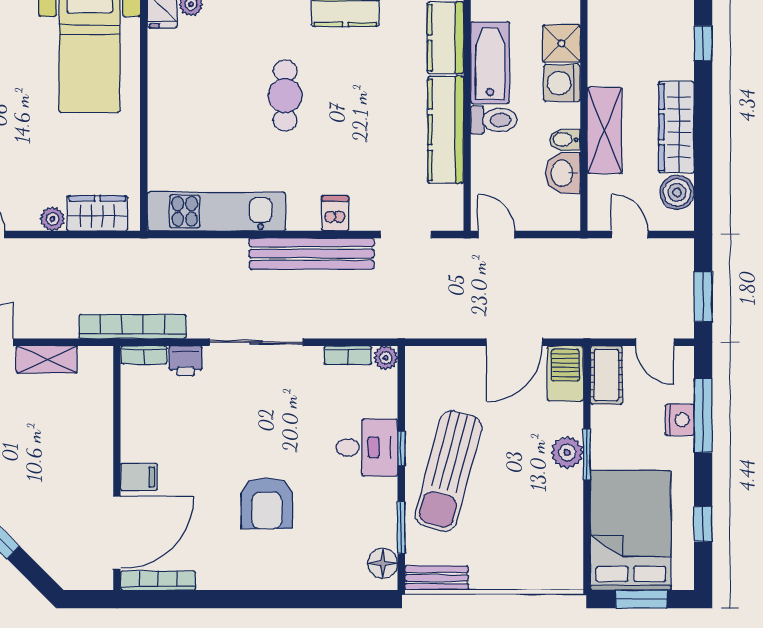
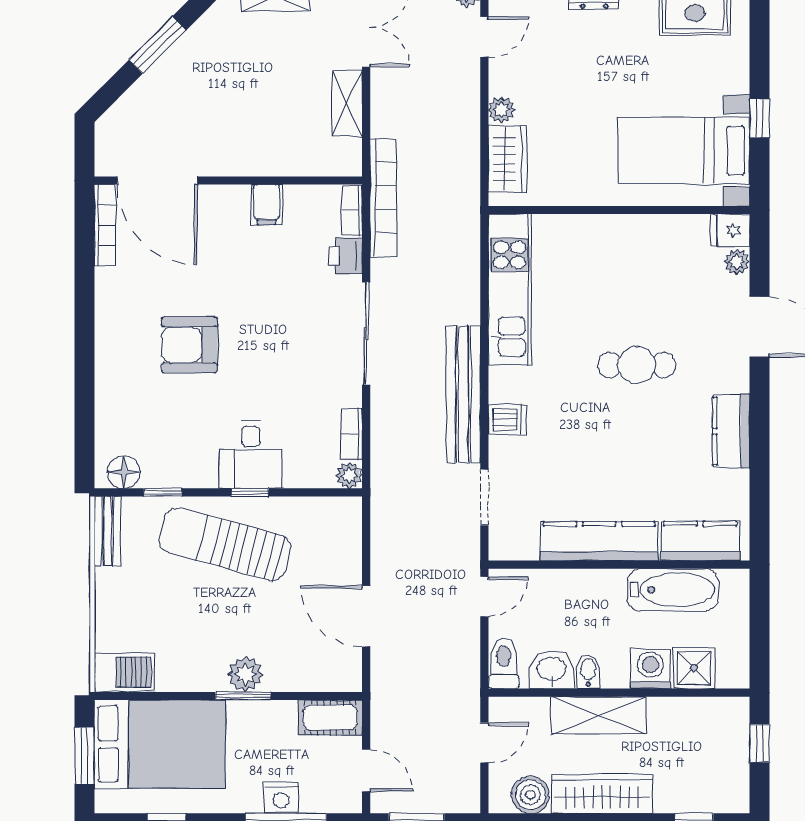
toilet: (494, 120) -> (504, 663), moved, turned 180
door: (655, 342) -> (366, 771), swing flipped
barbecue: (565, 373) -> (125, 672), moved
filing cabinet: (139, 477) -> (267, 205), moved
window: (401, 528) -> (163, 492), width x0.67

